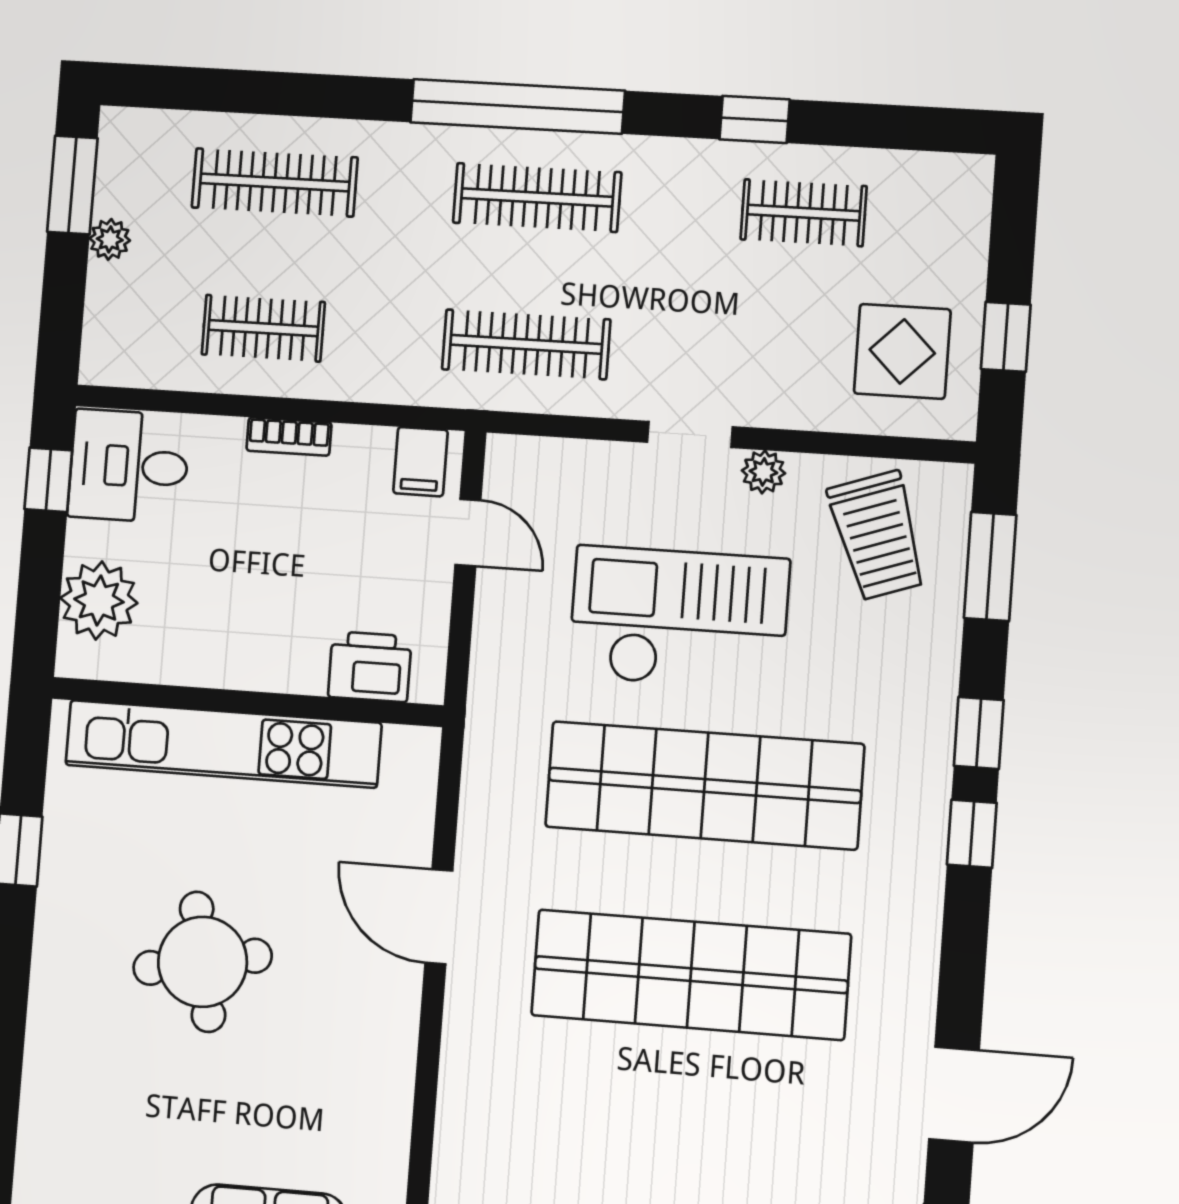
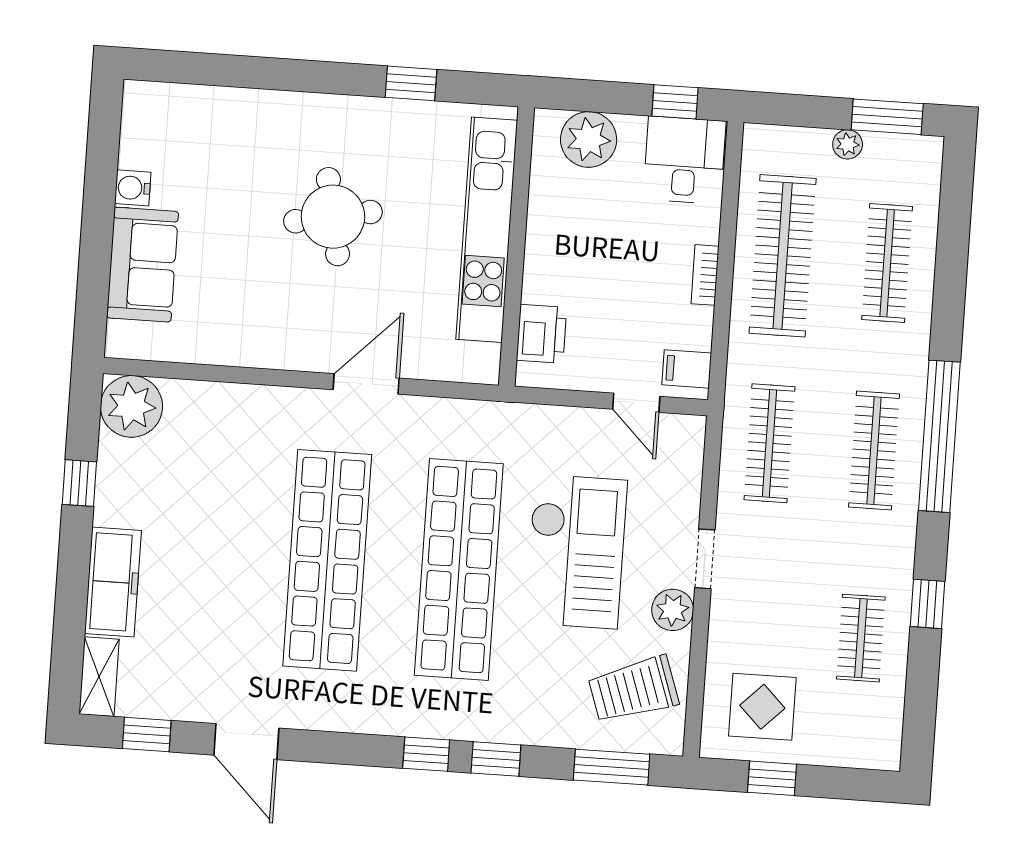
clothes rail: (263, 328) -> (783, 256), width x1.86, depth x1.31
plant: (763, 472) -> (673, 610), width x1.38, depth x1.38
door: (468, 533) -> (636, 403), hinge flipped

